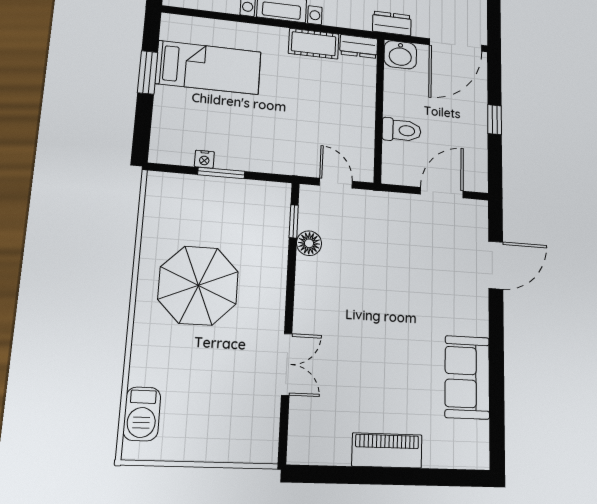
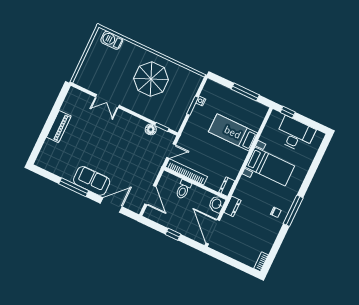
cot: (314, 44) -> (235, 167), removed
bed: (209, 68) -> (233, 132), moved, turned 90
window: (148, 72) -> (245, 92), width x1.44
bookcase: (364, 136) -> (186, 172), added
door: (496, 265) -> (111, 205), swing flipped
window: (496, 359) -> (74, 187), added
sofa: (467, 377) -> (92, 181), moved

